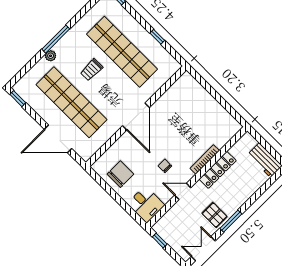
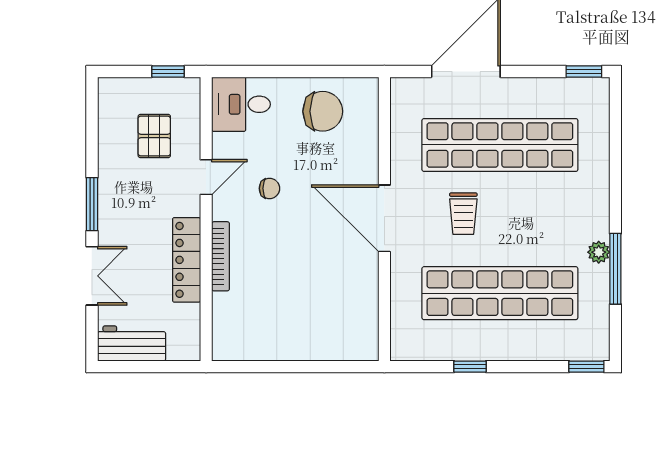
window: (56, 39) -> (615, 269), moved
plant: (51, 56) -> (599, 252), moved
trolley: (92, 70) -> (463, 214), moved, turned 180
chair: (120, 174) -> (323, 111), turned -90
pallet: (215, 215) -> (154, 136), moved, turned 90
double door: (203, 249) -> (92, 276), moved

